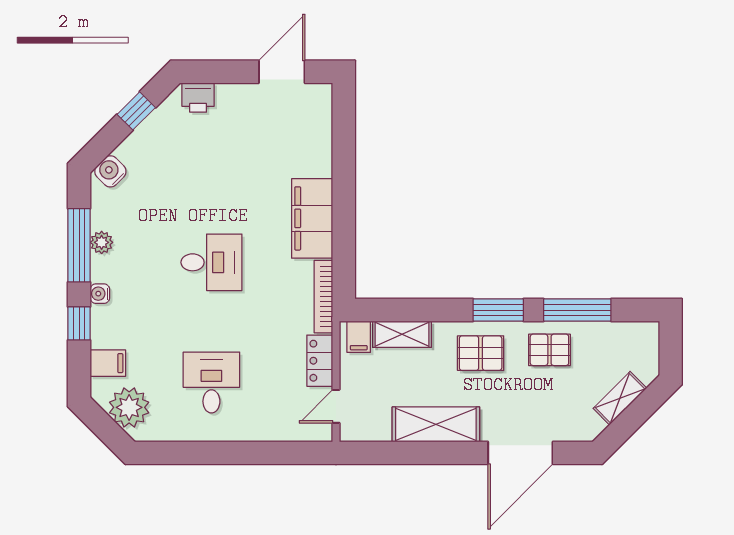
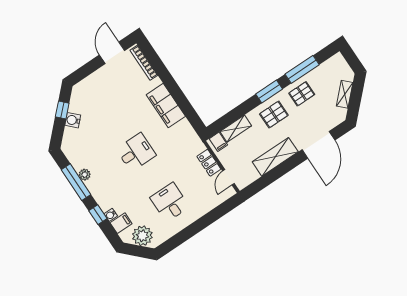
printer: (198, 98) -> (84, 87), removed
water cooler: (110, 171) -> (73, 120), moved
water cooler: (100, 294) -> (111, 215), moved
bookcase: (323, 297) -> (144, 63), moved

